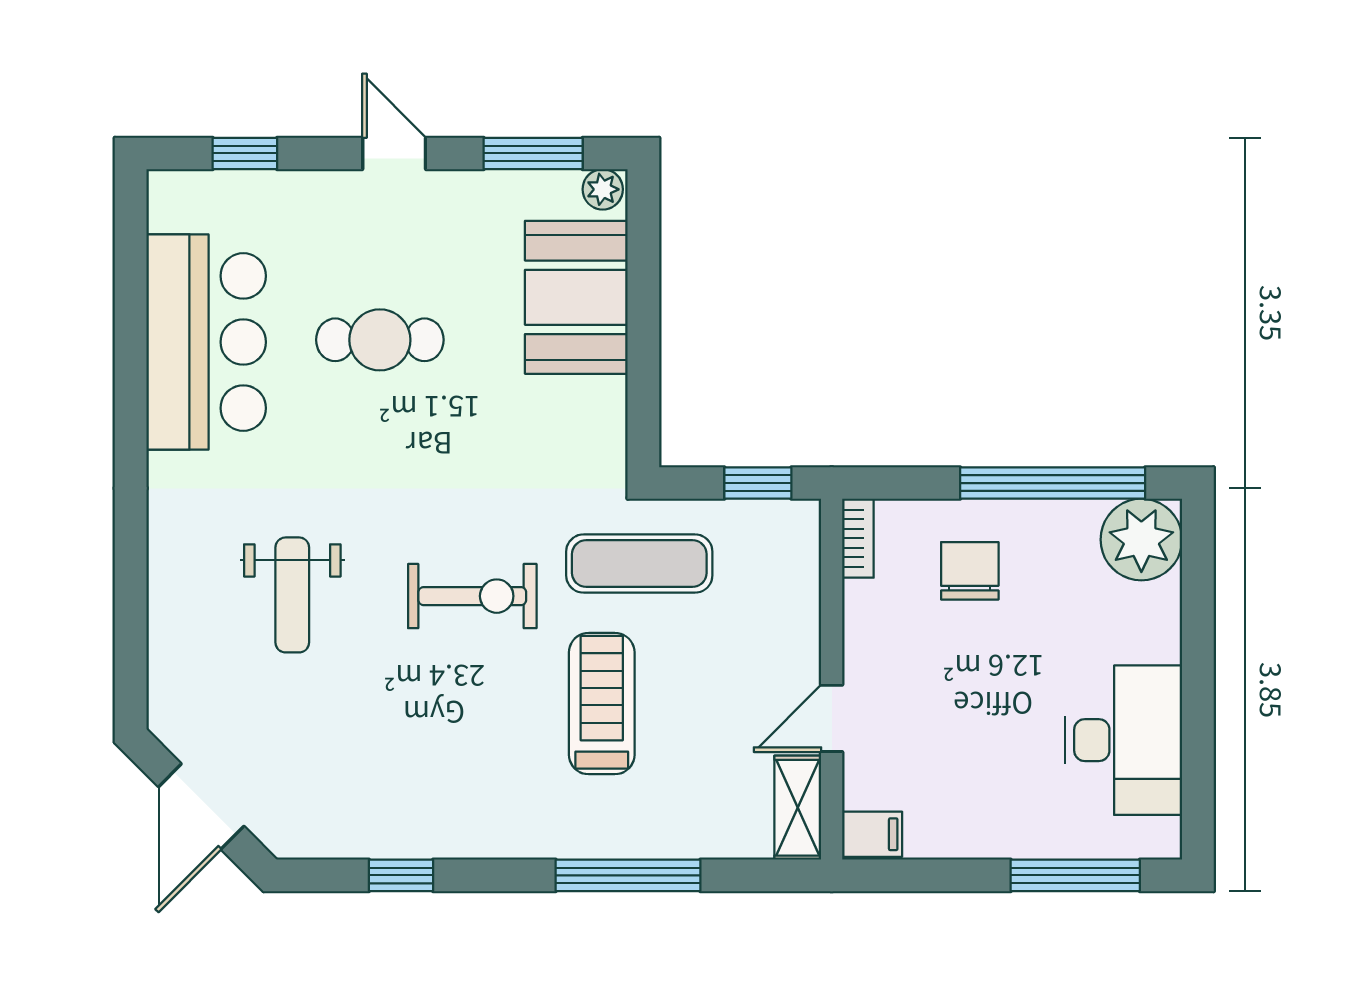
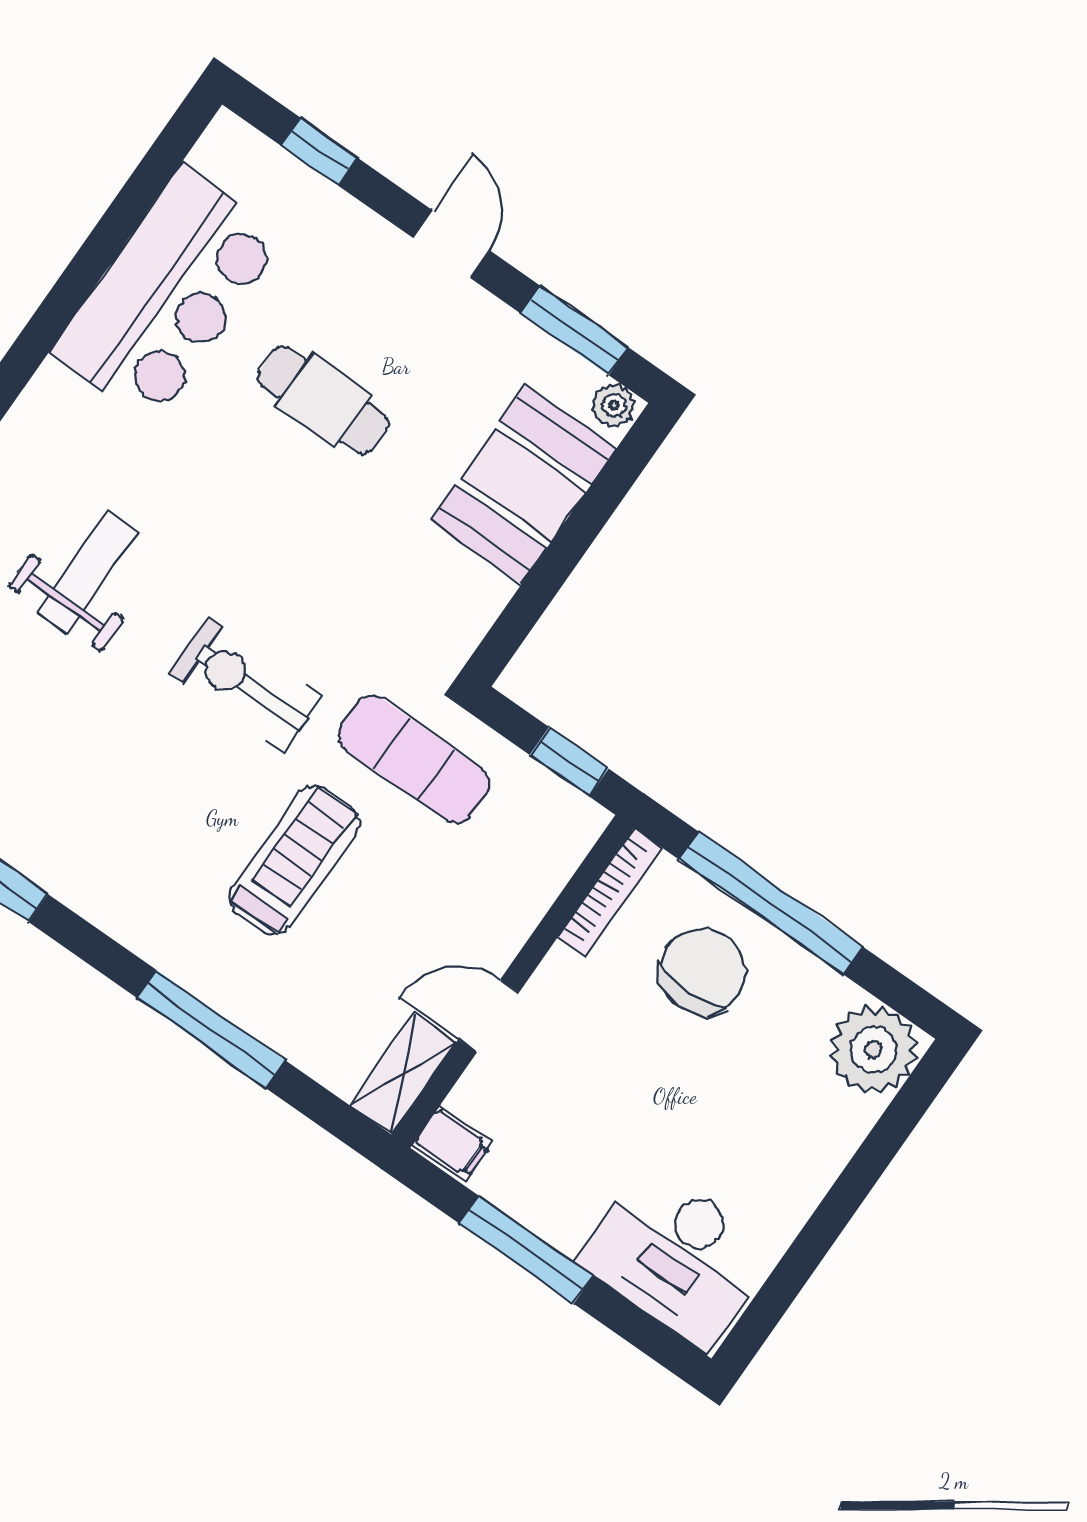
window: (1053, 483) -> (771, 903), moved
bookcase: (858, 538) -> (610, 892), width x1.56
chair: (970, 571) -> (702, 971), width x1.37, depth x1.37
weight bench: (292, 595) -> (87, 572), turned 180
exercise bike: (472, 596) -> (246, 685), turned 180
desk: (1124, 740) -> (677, 1257), moved, turned 90
window: (1075, 875) -> (526, 1250), moved

